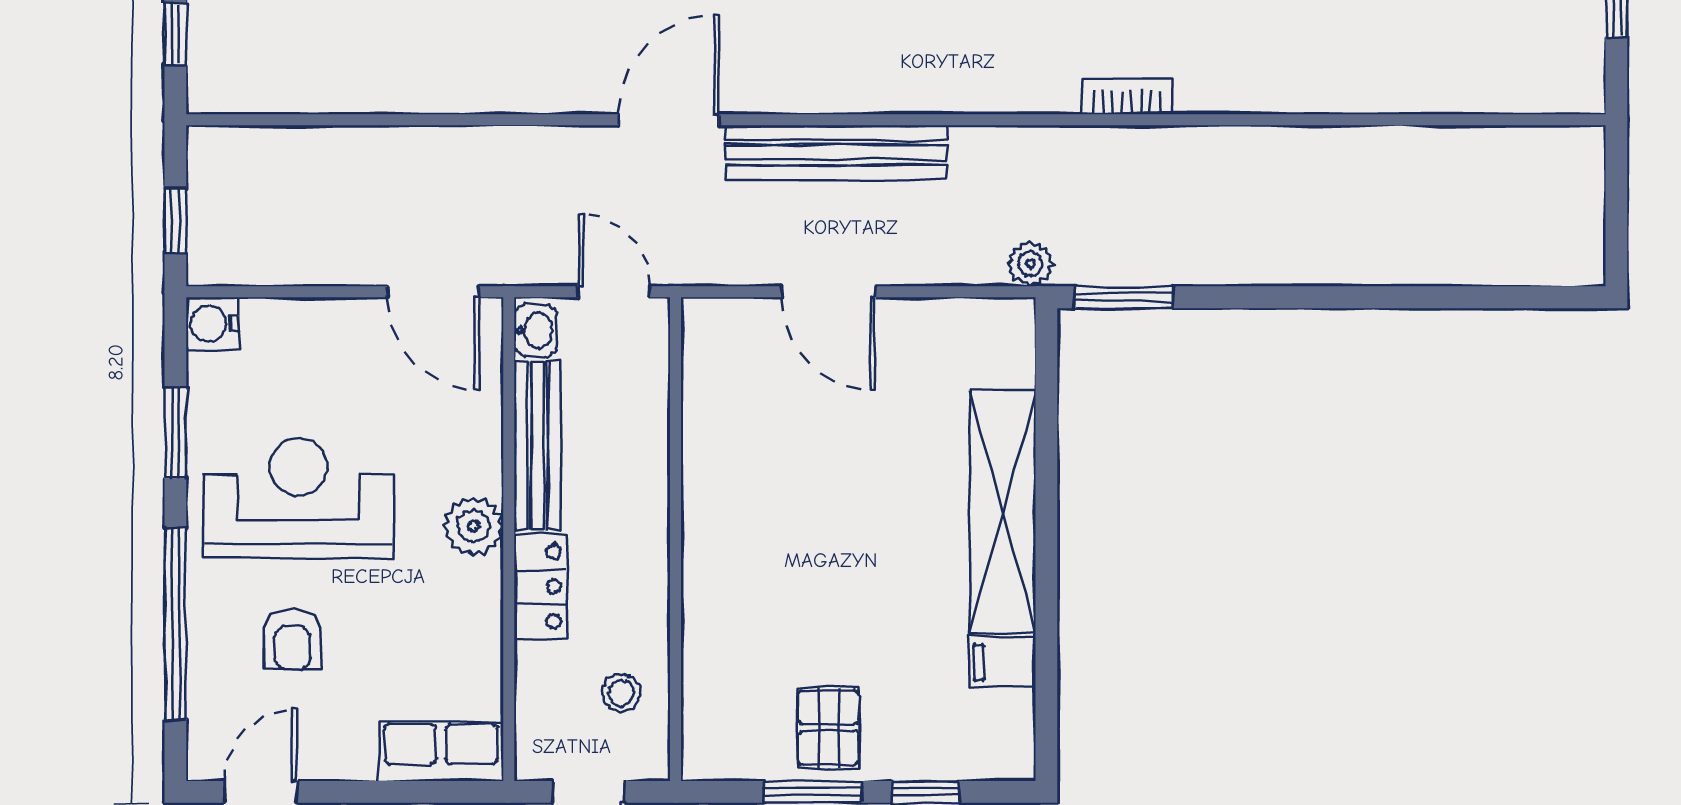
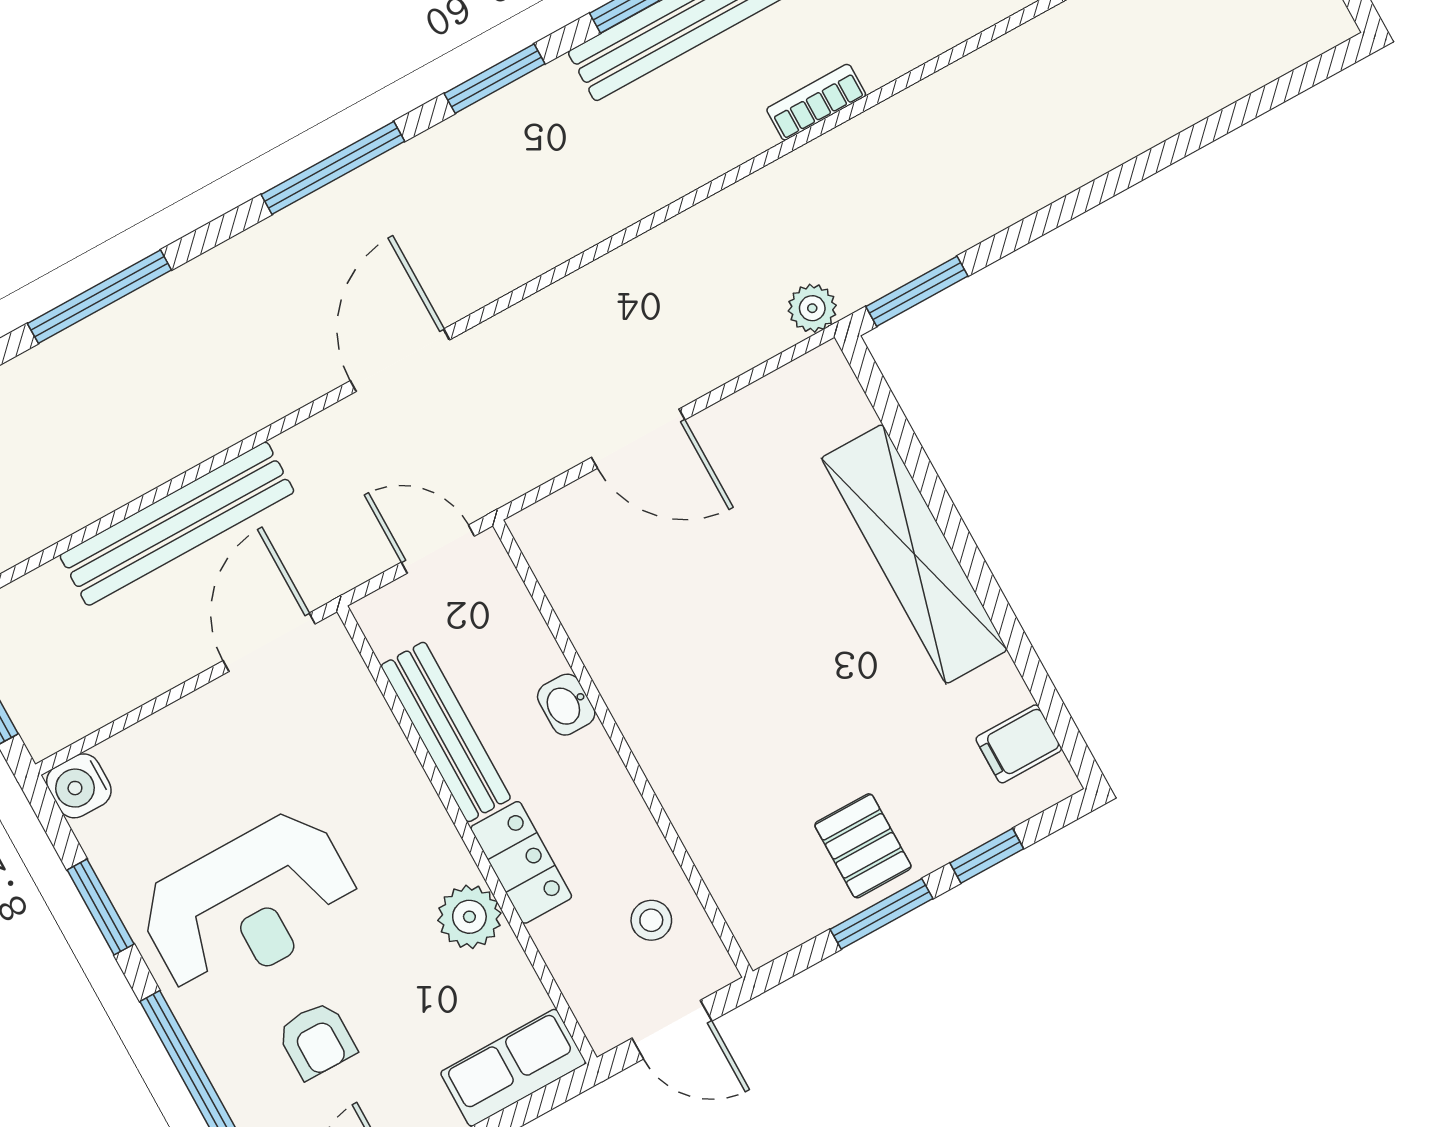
bench: (836, 153) -> (177, 524), moved
door: (434, 292) -> (269, 642), swing flipped
washbasin: (535, 330) -> (566, 705), moved, turned 180
reception desk: (299, 498) -> (249, 904), turned 180
plant: (473, 526) -> (469, 917), moved
filing cabinet: (1002, 662) -> (1019, 744), moved

